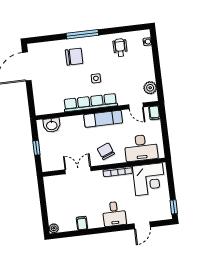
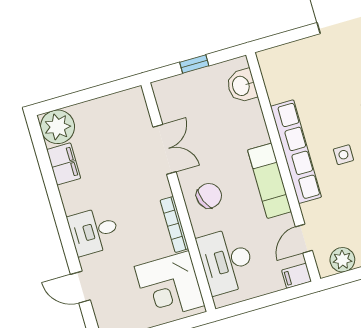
filing cabinet: (82, 223) -> (64, 164), width x2.00
plant: (54, 228) -> (57, 127), width x1.88, depth x1.88

